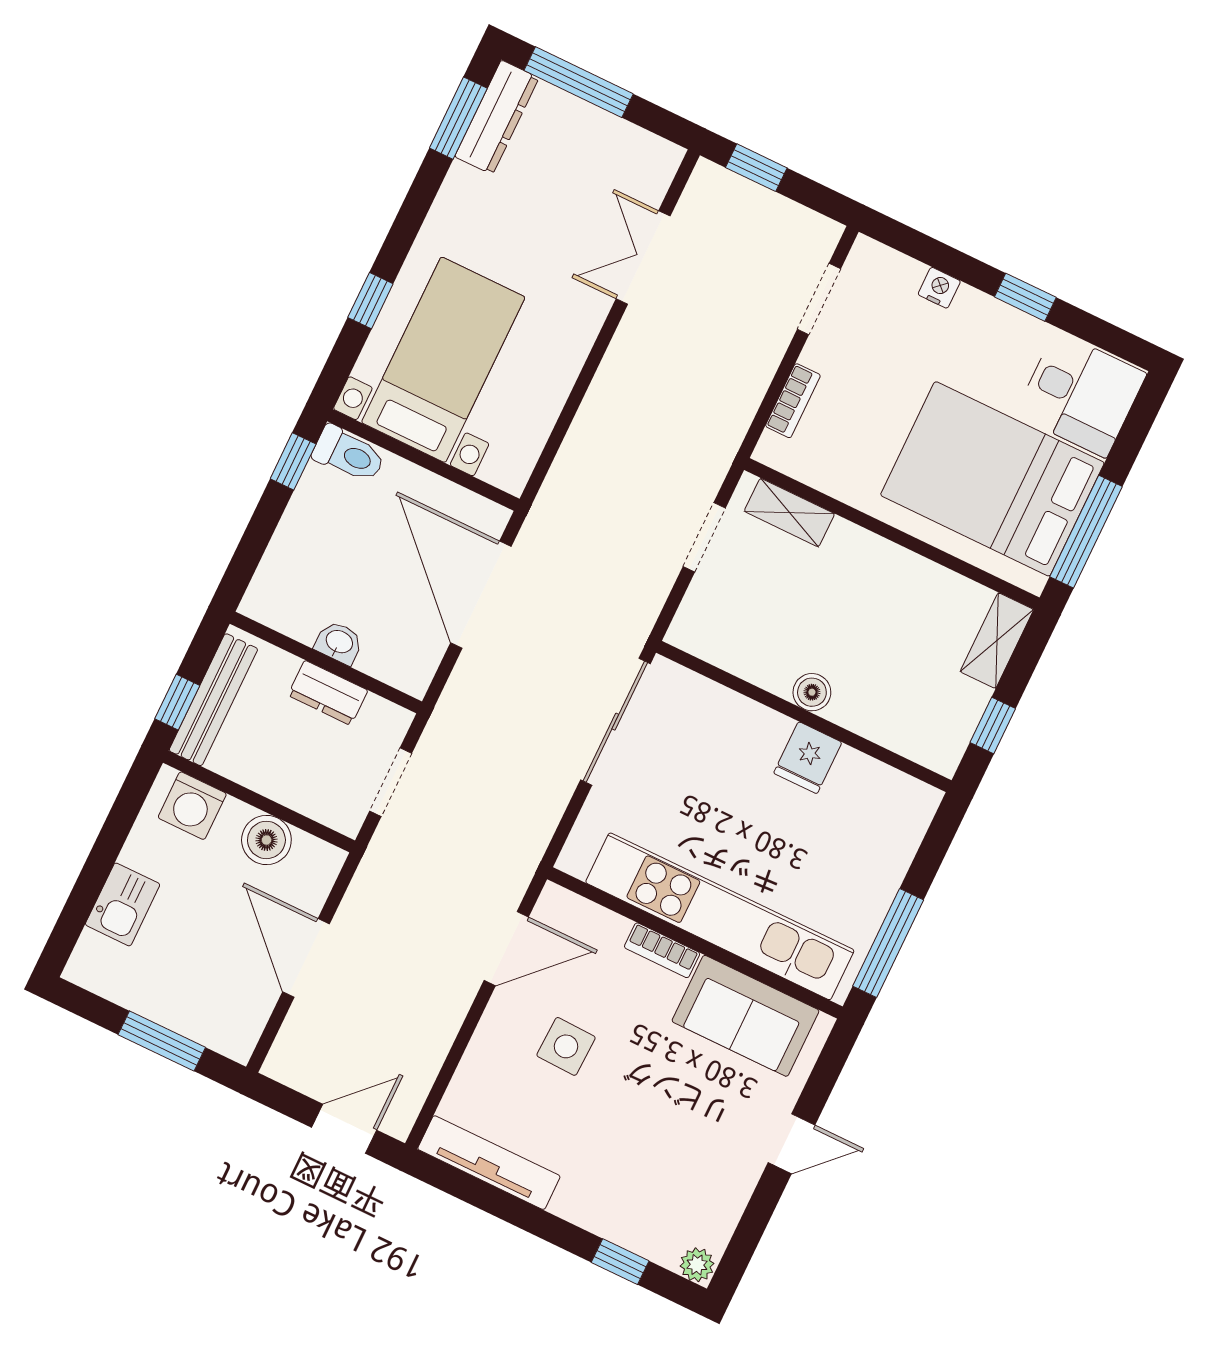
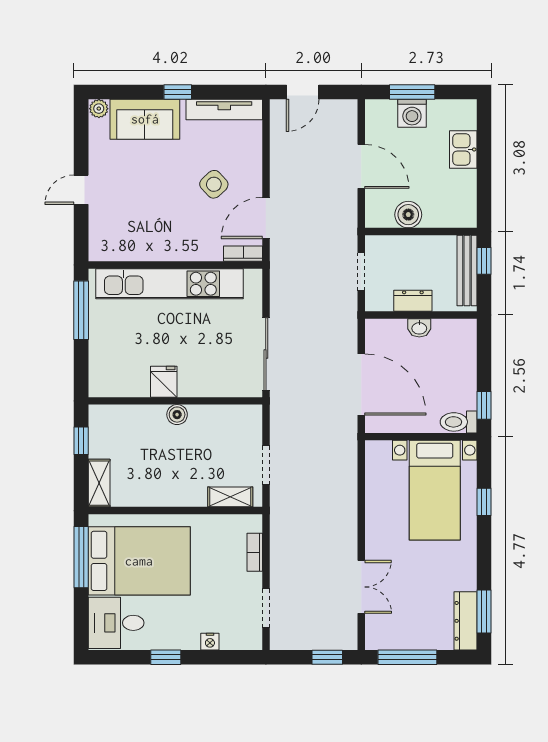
window: (579, 82) -> (407, 657), moved
washing machine: (192, 806) -> (412, 113), moved, turned 180
bookcase: (662, 950) -> (243, 254), moved
sofa: (745, 1016) -> (145, 119), moved, turned 180
side table: (566, 1046) -> (214, 184), turned 45
window: (620, 1262) -> (178, 92), moved

